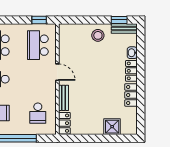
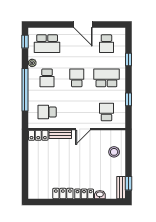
window: (39, 20) -> (129, 99), moved
stool: (98, 35) -> (114, 152), moved
school desk: (38, 45) -> (106, 112), width x0.54
shower: (112, 127) -> (35, 177), removed

